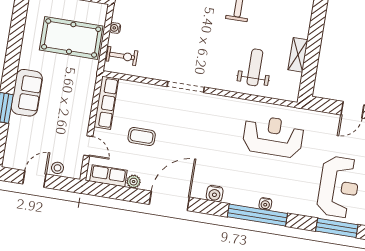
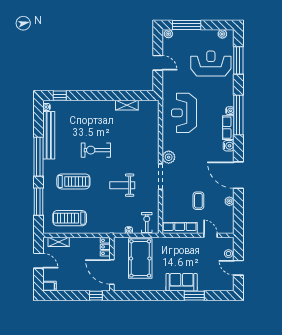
weight bench: (255, 67) -> (122, 185), moved
plant: (212, 103) -> (169, 157), added
door: (88, 146) -> (210, 235), hinge flipped
row of seats: (108, 176) -> (228, 128), moved

